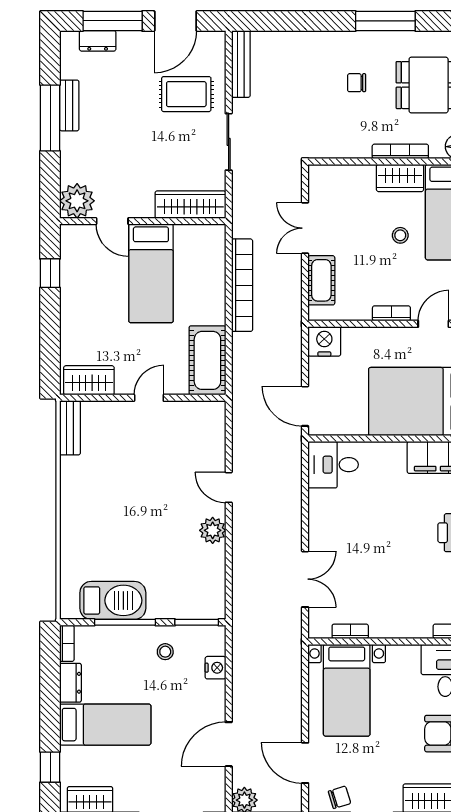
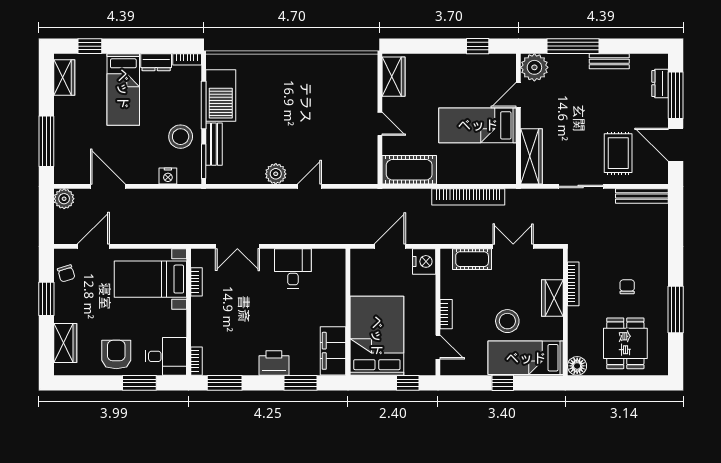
window: (50, 118) -> (573, 46), moved
bookcase: (400, 151) -> (573, 284), moved
wardrobe: (400, 178) -> (552, 298), moved
stool: (400, 235) -> (507, 321), width x1.89, depth x1.89
door: (305, 406) -> (390, 246), moved
bench: (70, 428) -> (214, 144), moved, turned 90
desk: (333, 465) -> (293, 268), moved
stool: (165, 652) -> (181, 137), width x1.89, depth x1.89

